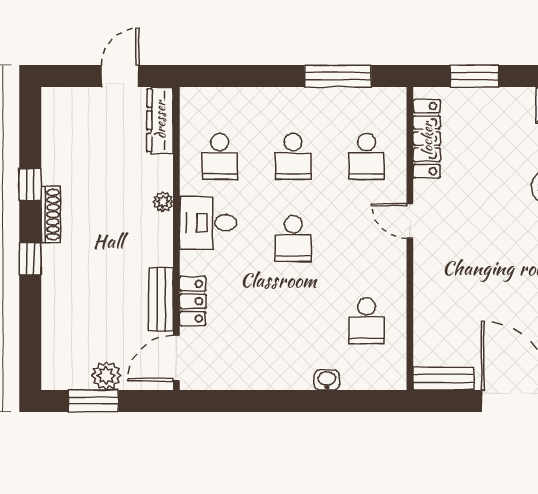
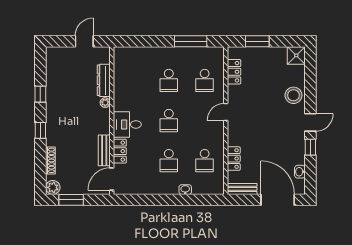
dresser: (160, 120) -> (104, 80), moved
locker: (427, 139) -> (234, 72), width x0.66
school desk: (220, 156) -> (169, 161), moved
shoe rack: (51, 215) -> (50, 160), moved
door: (410, 221) -> (226, 112), hinge flipped
desk: (208, 223) -> (127, 124), moved
locker: (426, 316) -> (234, 159), added
plant: (106, 376) -> (53, 187), moved

